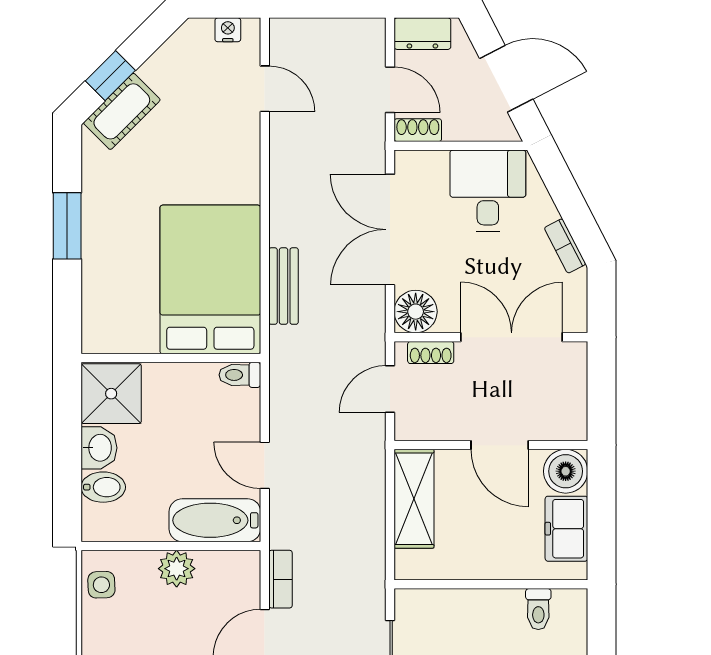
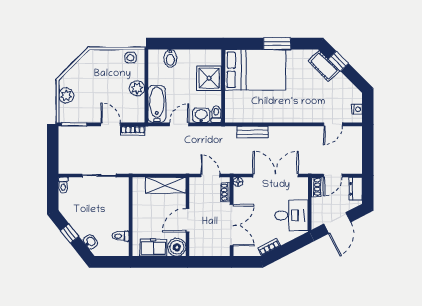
bed: (210, 279) -> (255, 70), moved
floor lamp: (416, 312) -> (238, 182), width x0.53, depth x0.53
shower: (111, 394) -> (209, 78), moved
washbasin: (99, 448) -> (201, 115), moved, turned 180

